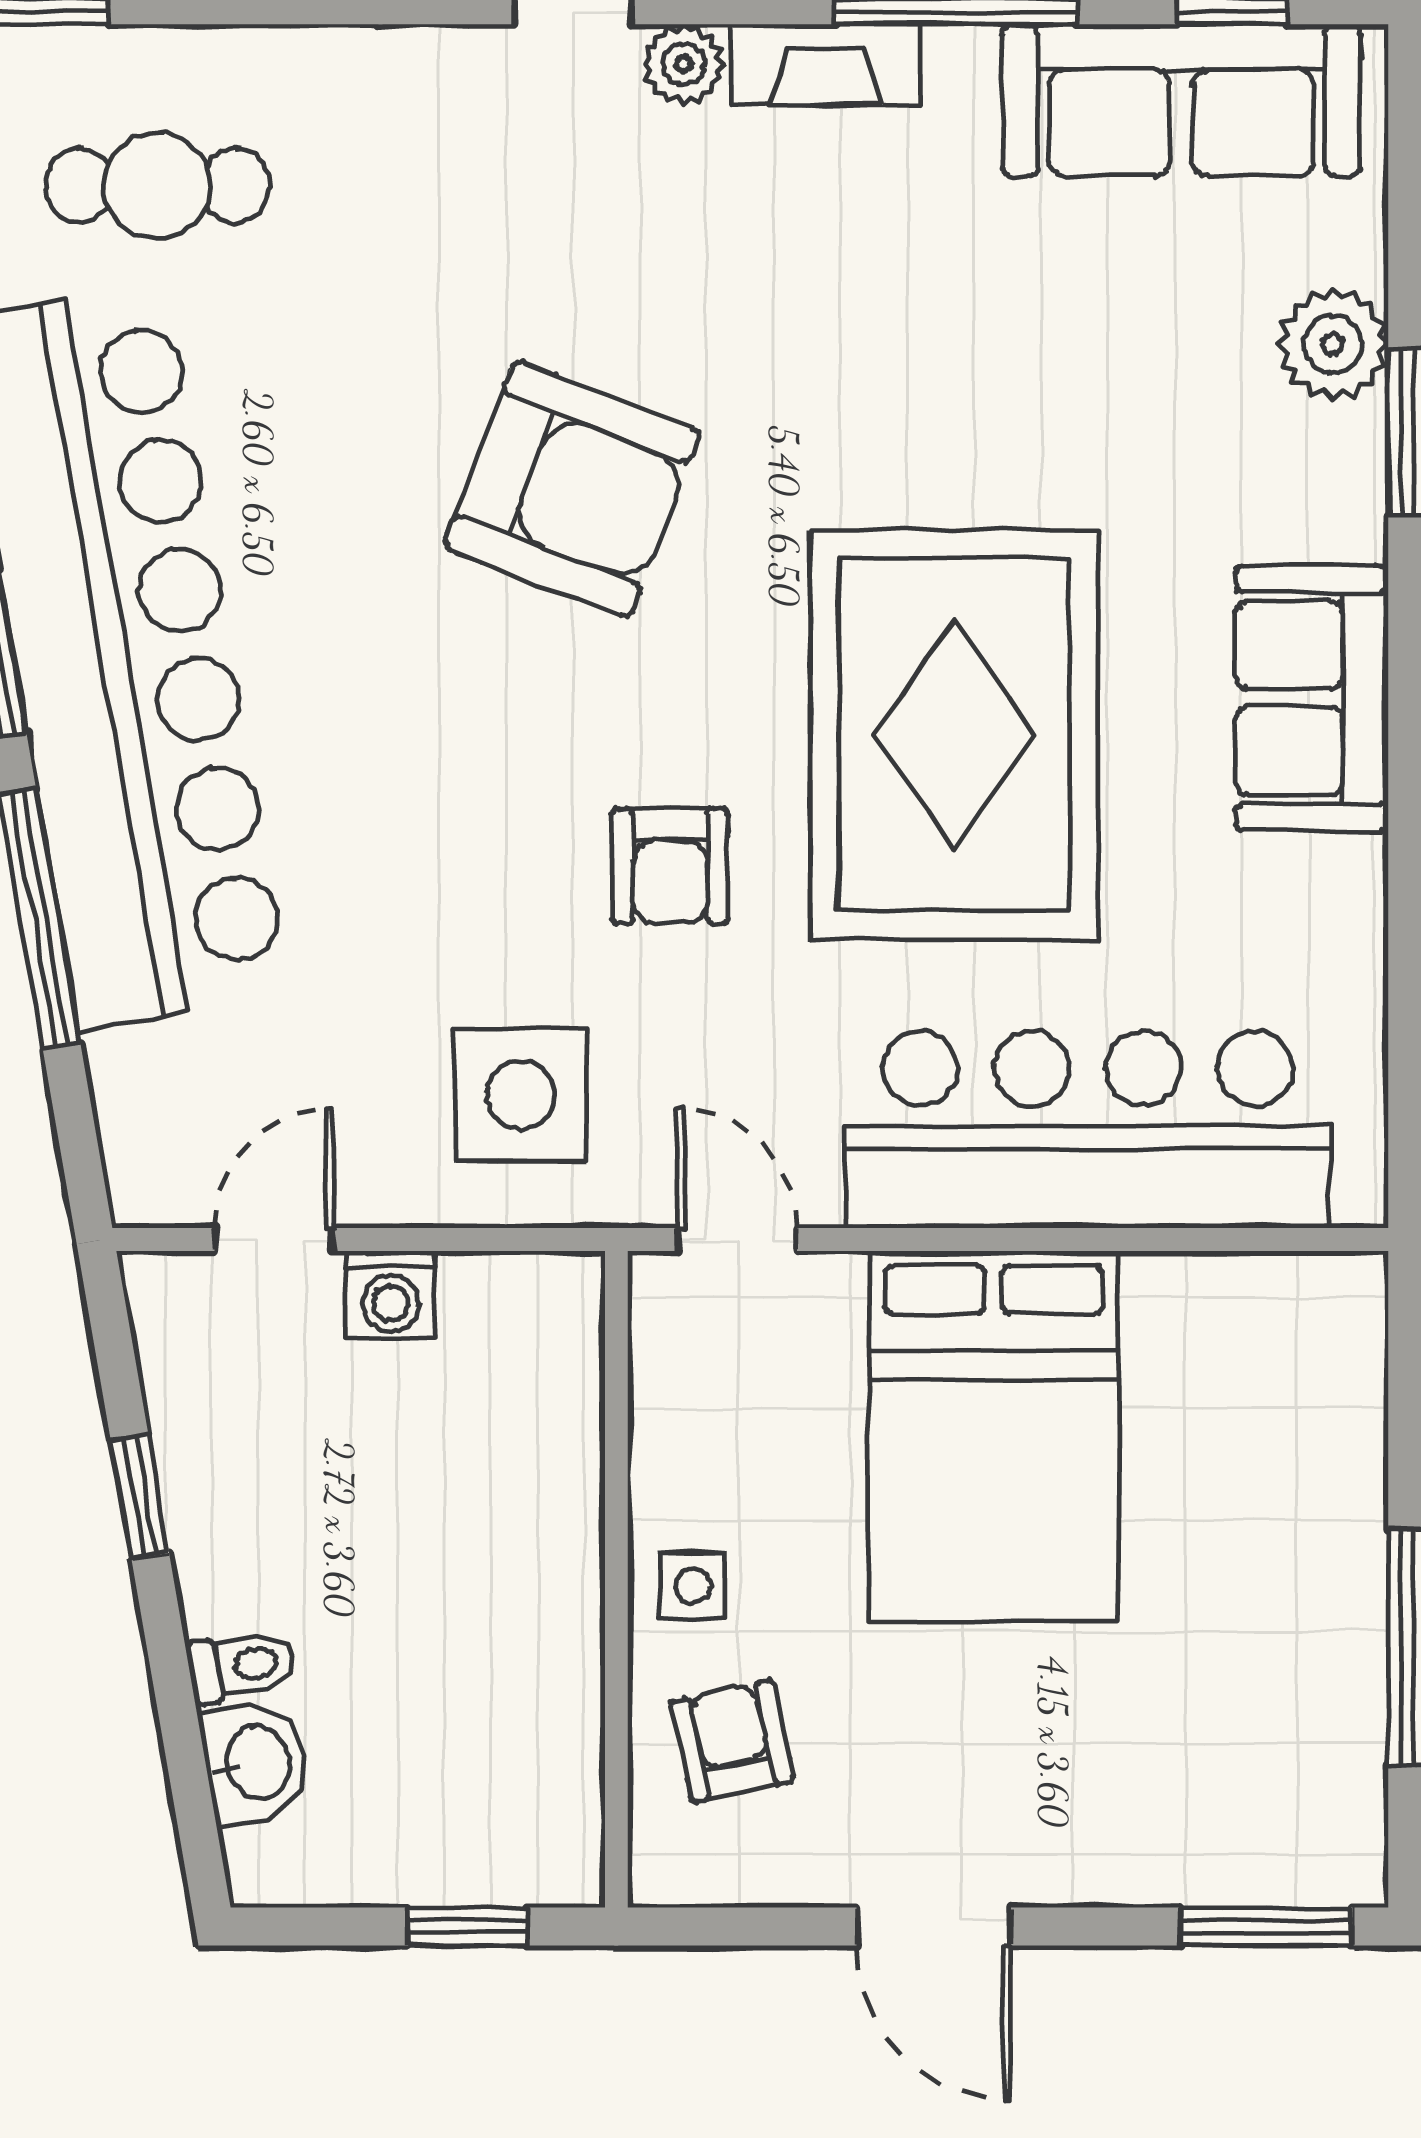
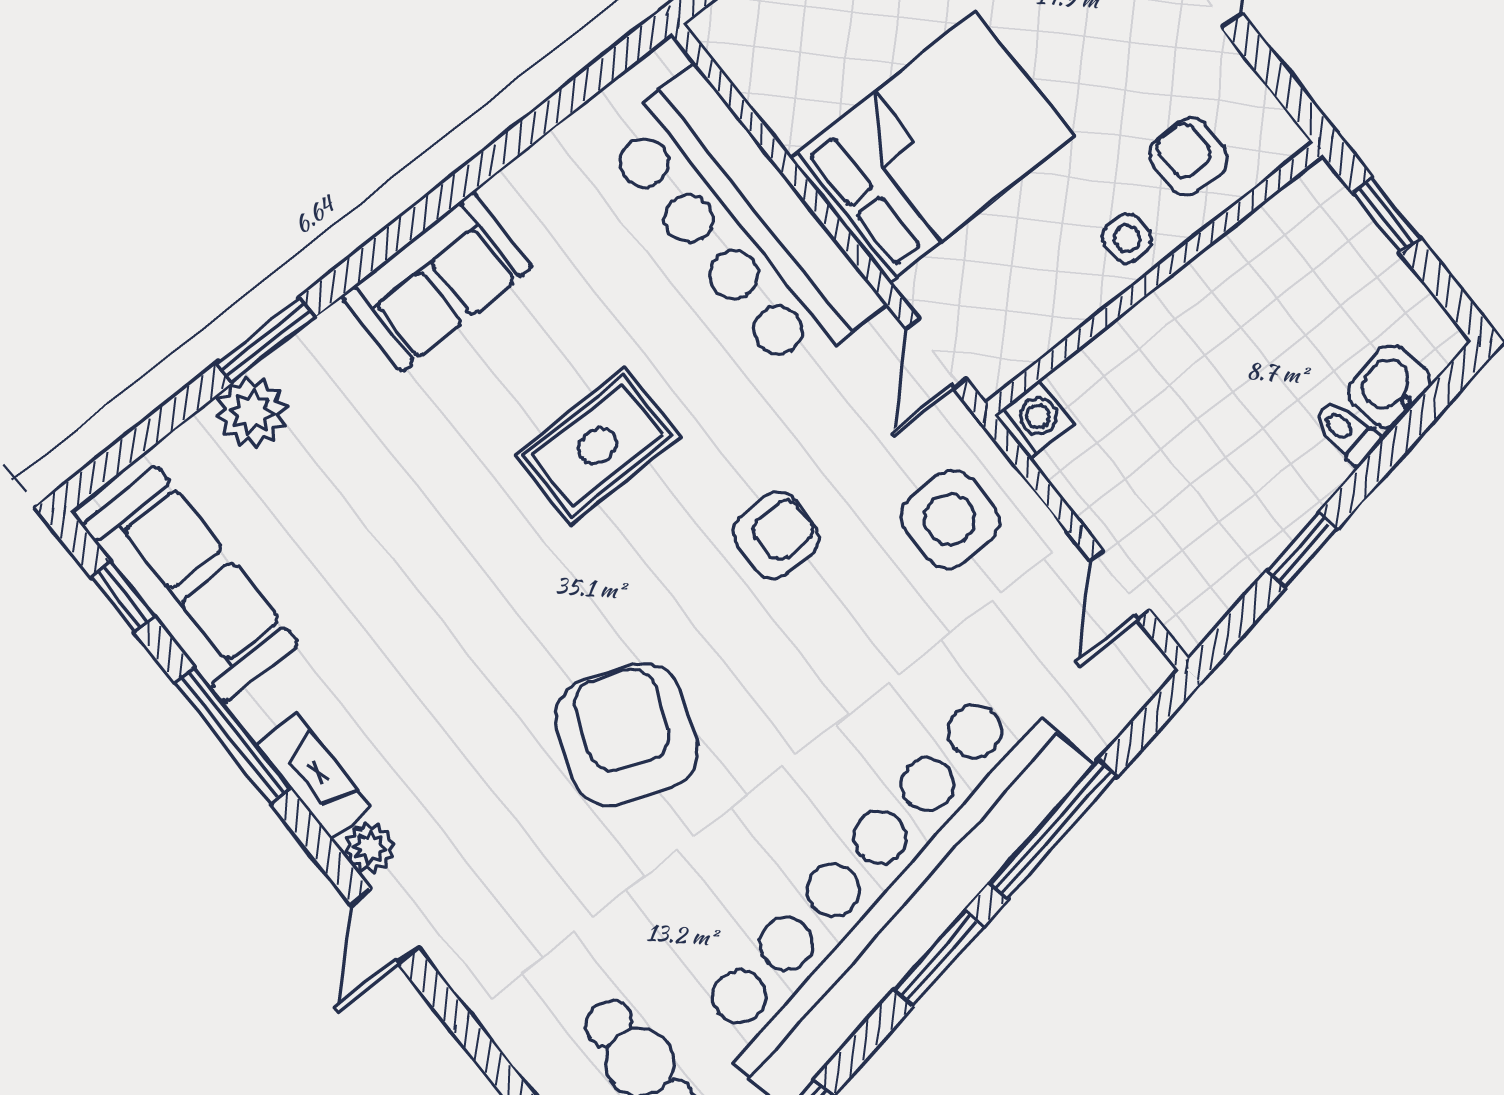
rug: (954, 735) -> (598, 446), width x0.54, depth x0.49
door: (274, 1240) -> (1120, 585), hinge flipped
washing machine: (391, 1295) -> (1034, 420), moved
armchair: (732, 1741) -> (1189, 157), turned 102

